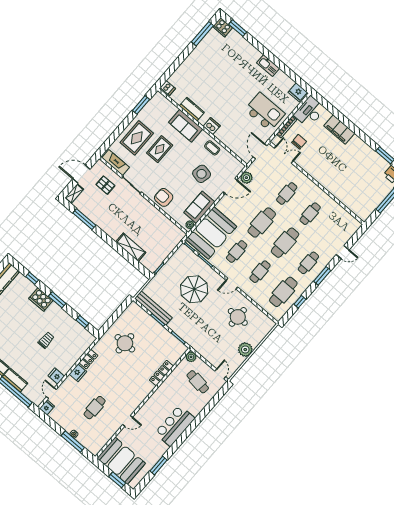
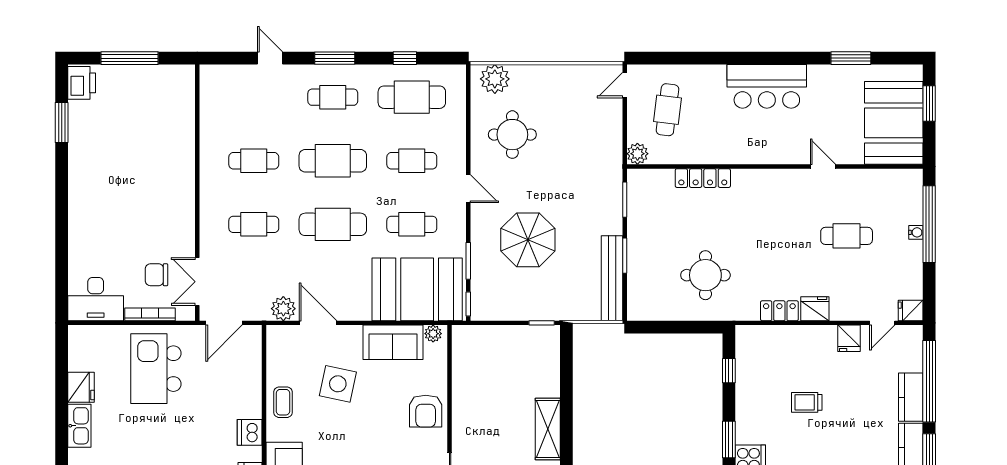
fridge: (298, 92) -> (81, 387), moved
filing cabinet: (339, 129) -> (83, 229), removed
shelving: (131, 247) -> (548, 429), moved
plant: (245, 350) -> (495, 79), moved
window: (73, 442) -> (929, 224), width x1.46

